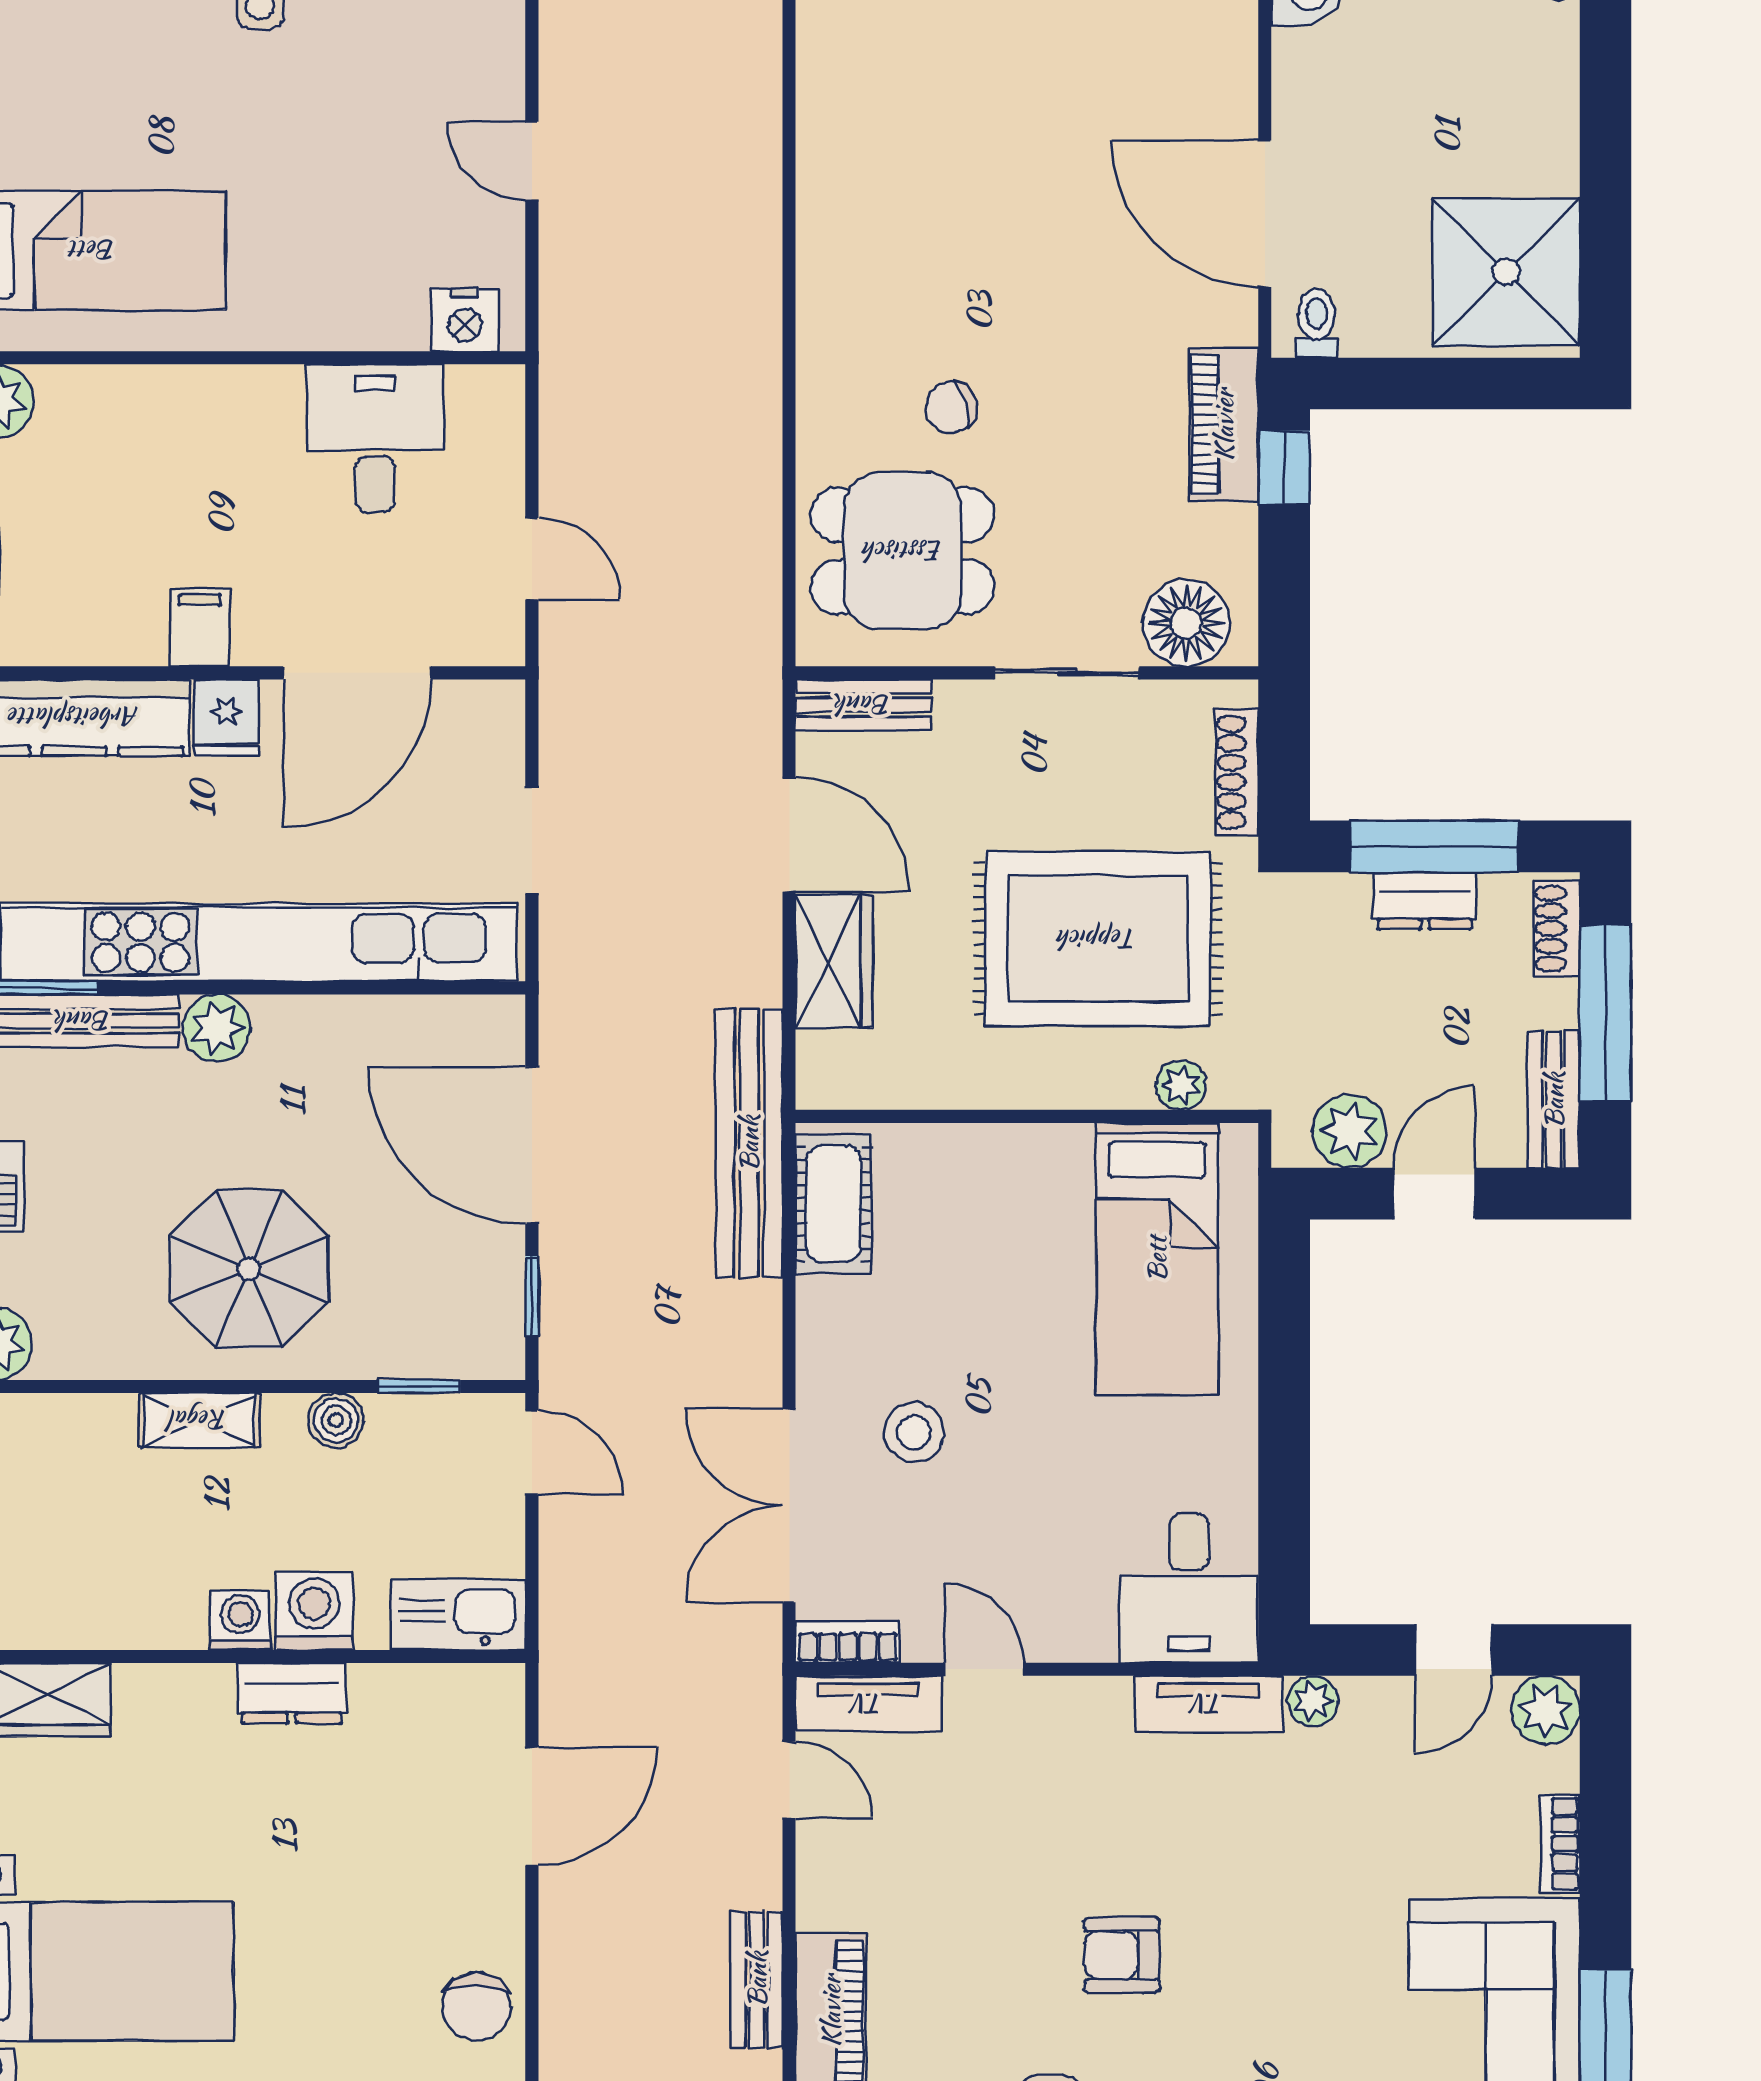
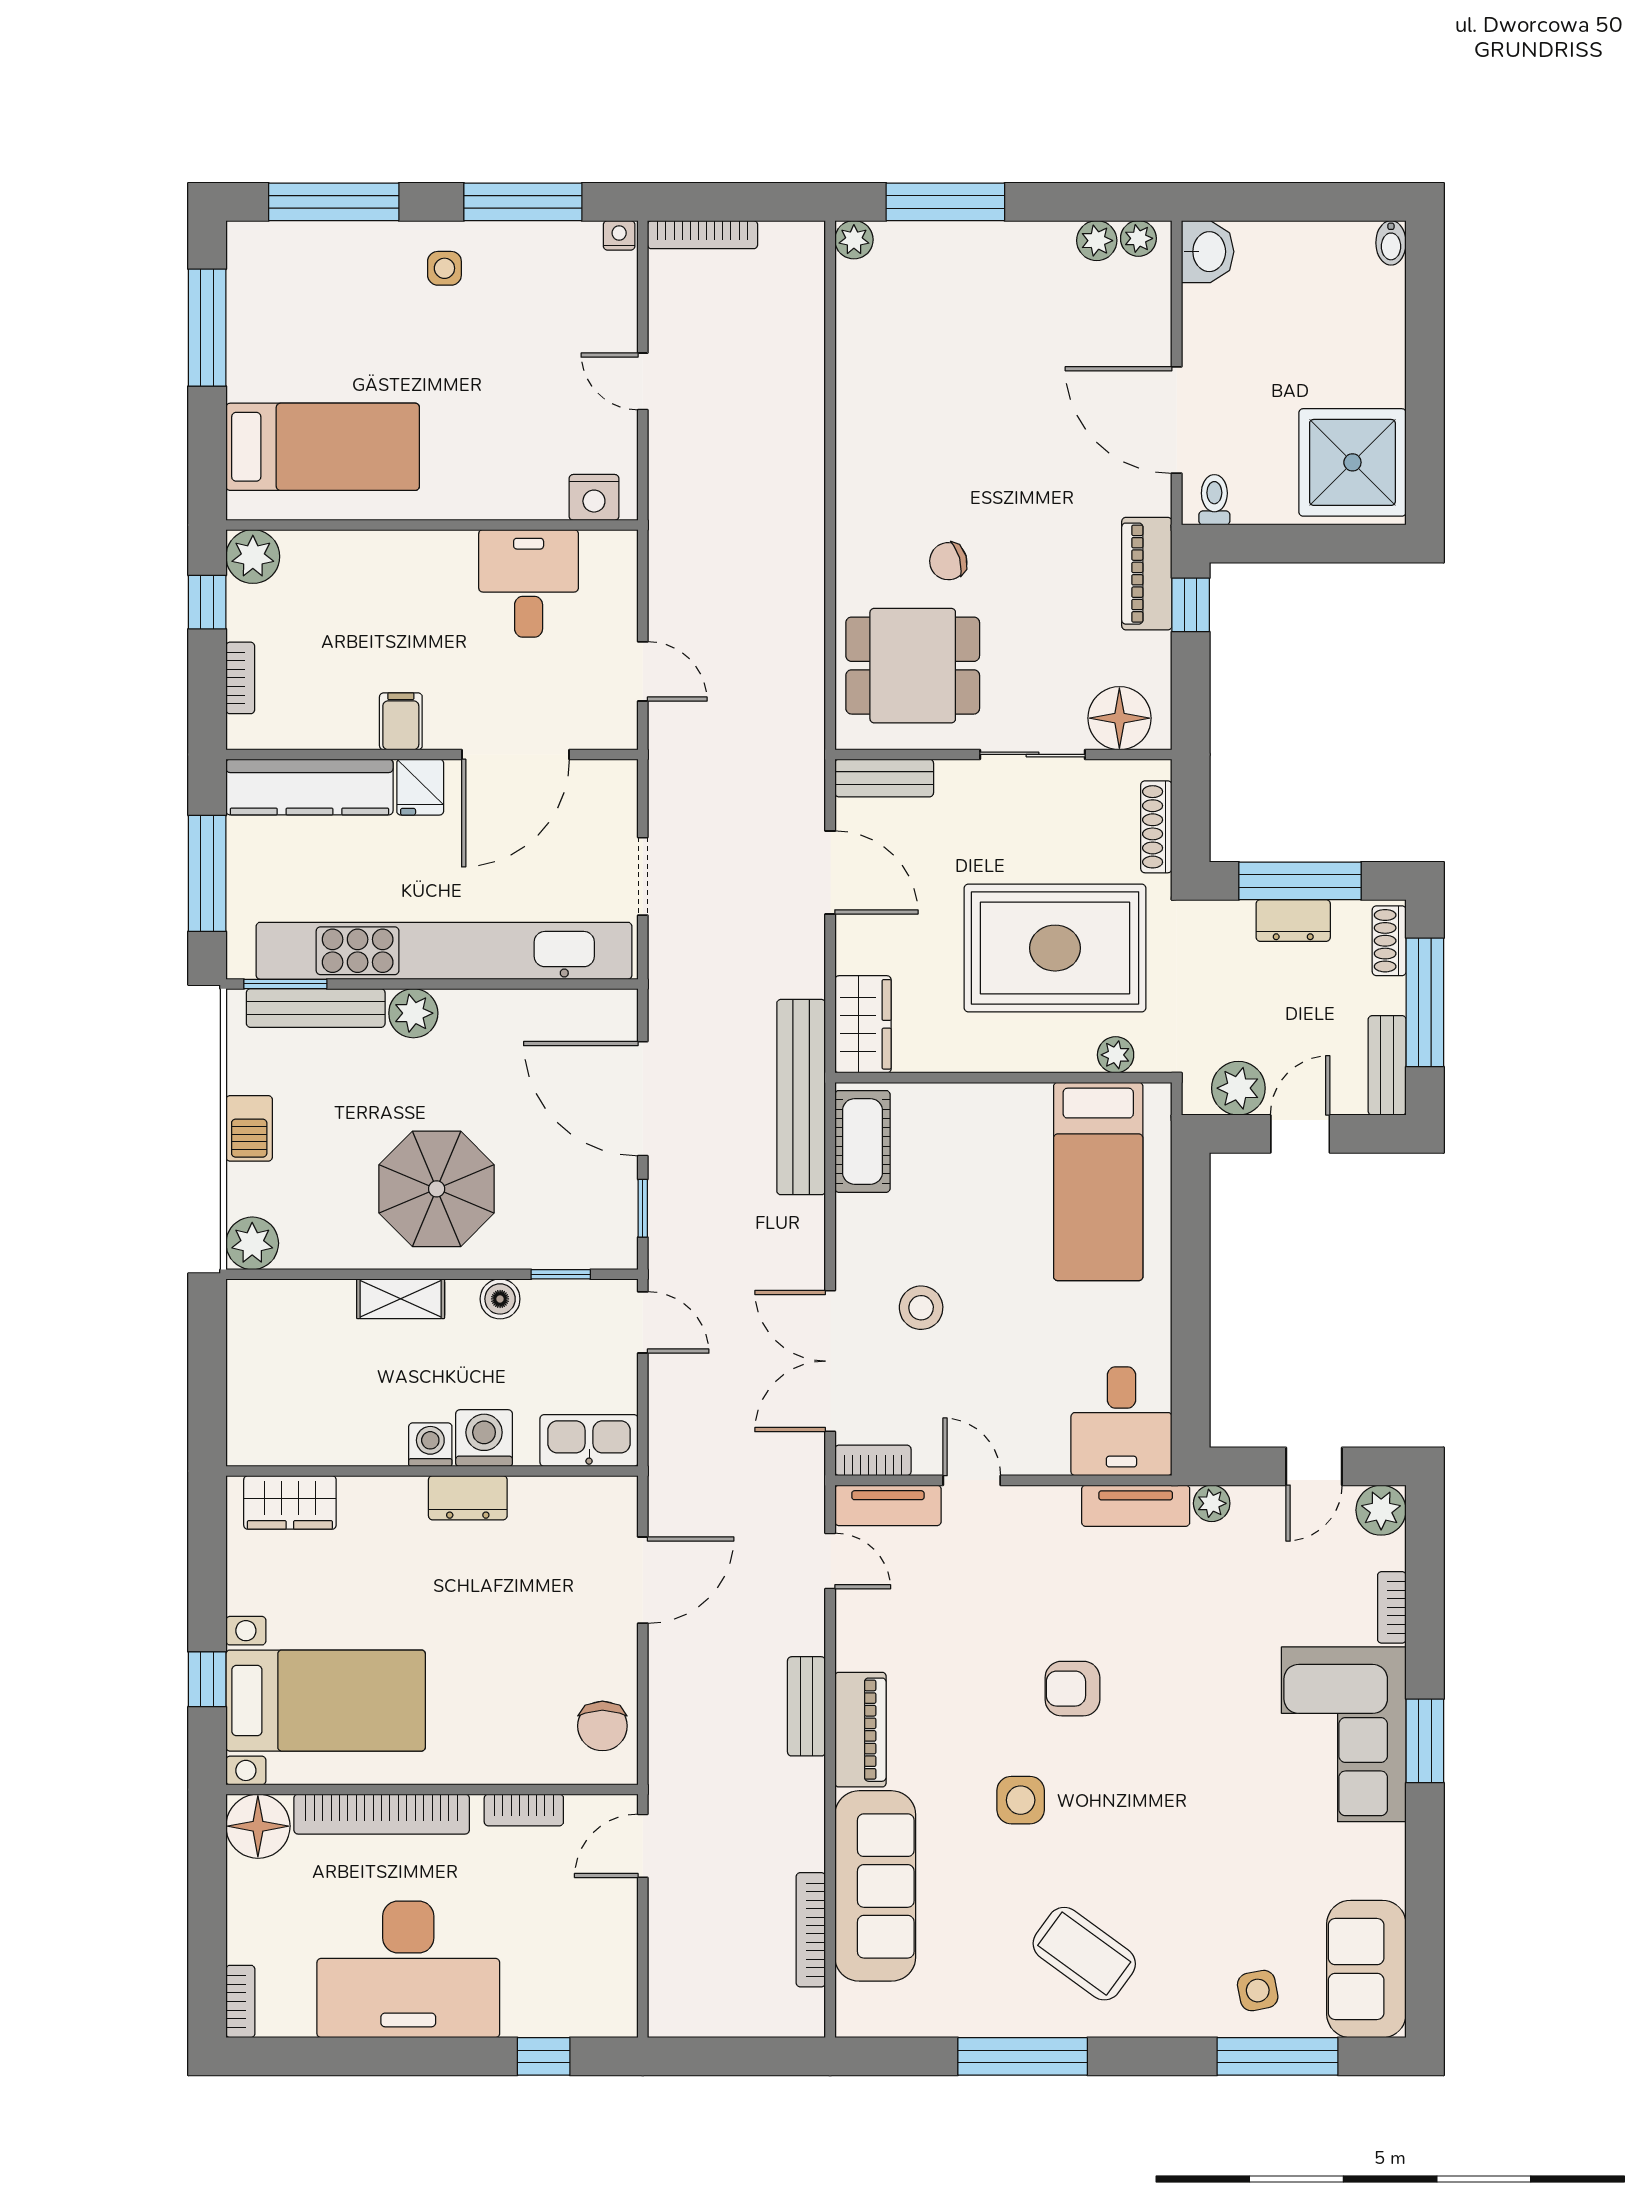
wardrobe: (834, 961) -> (863, 1024), moved

